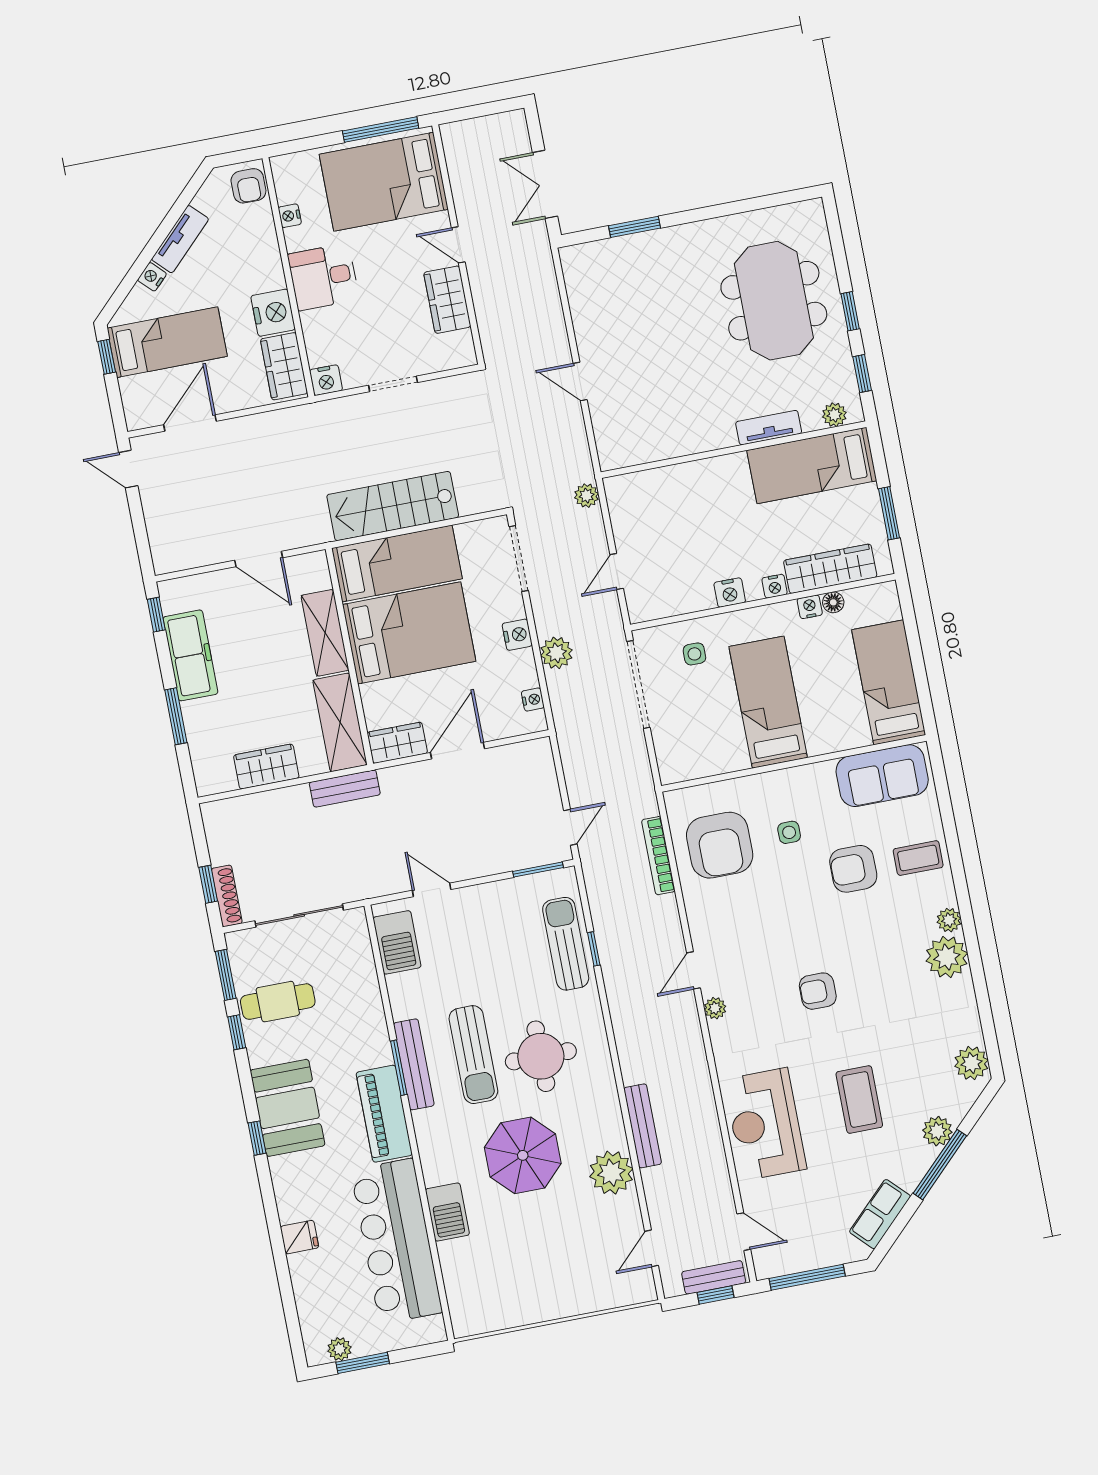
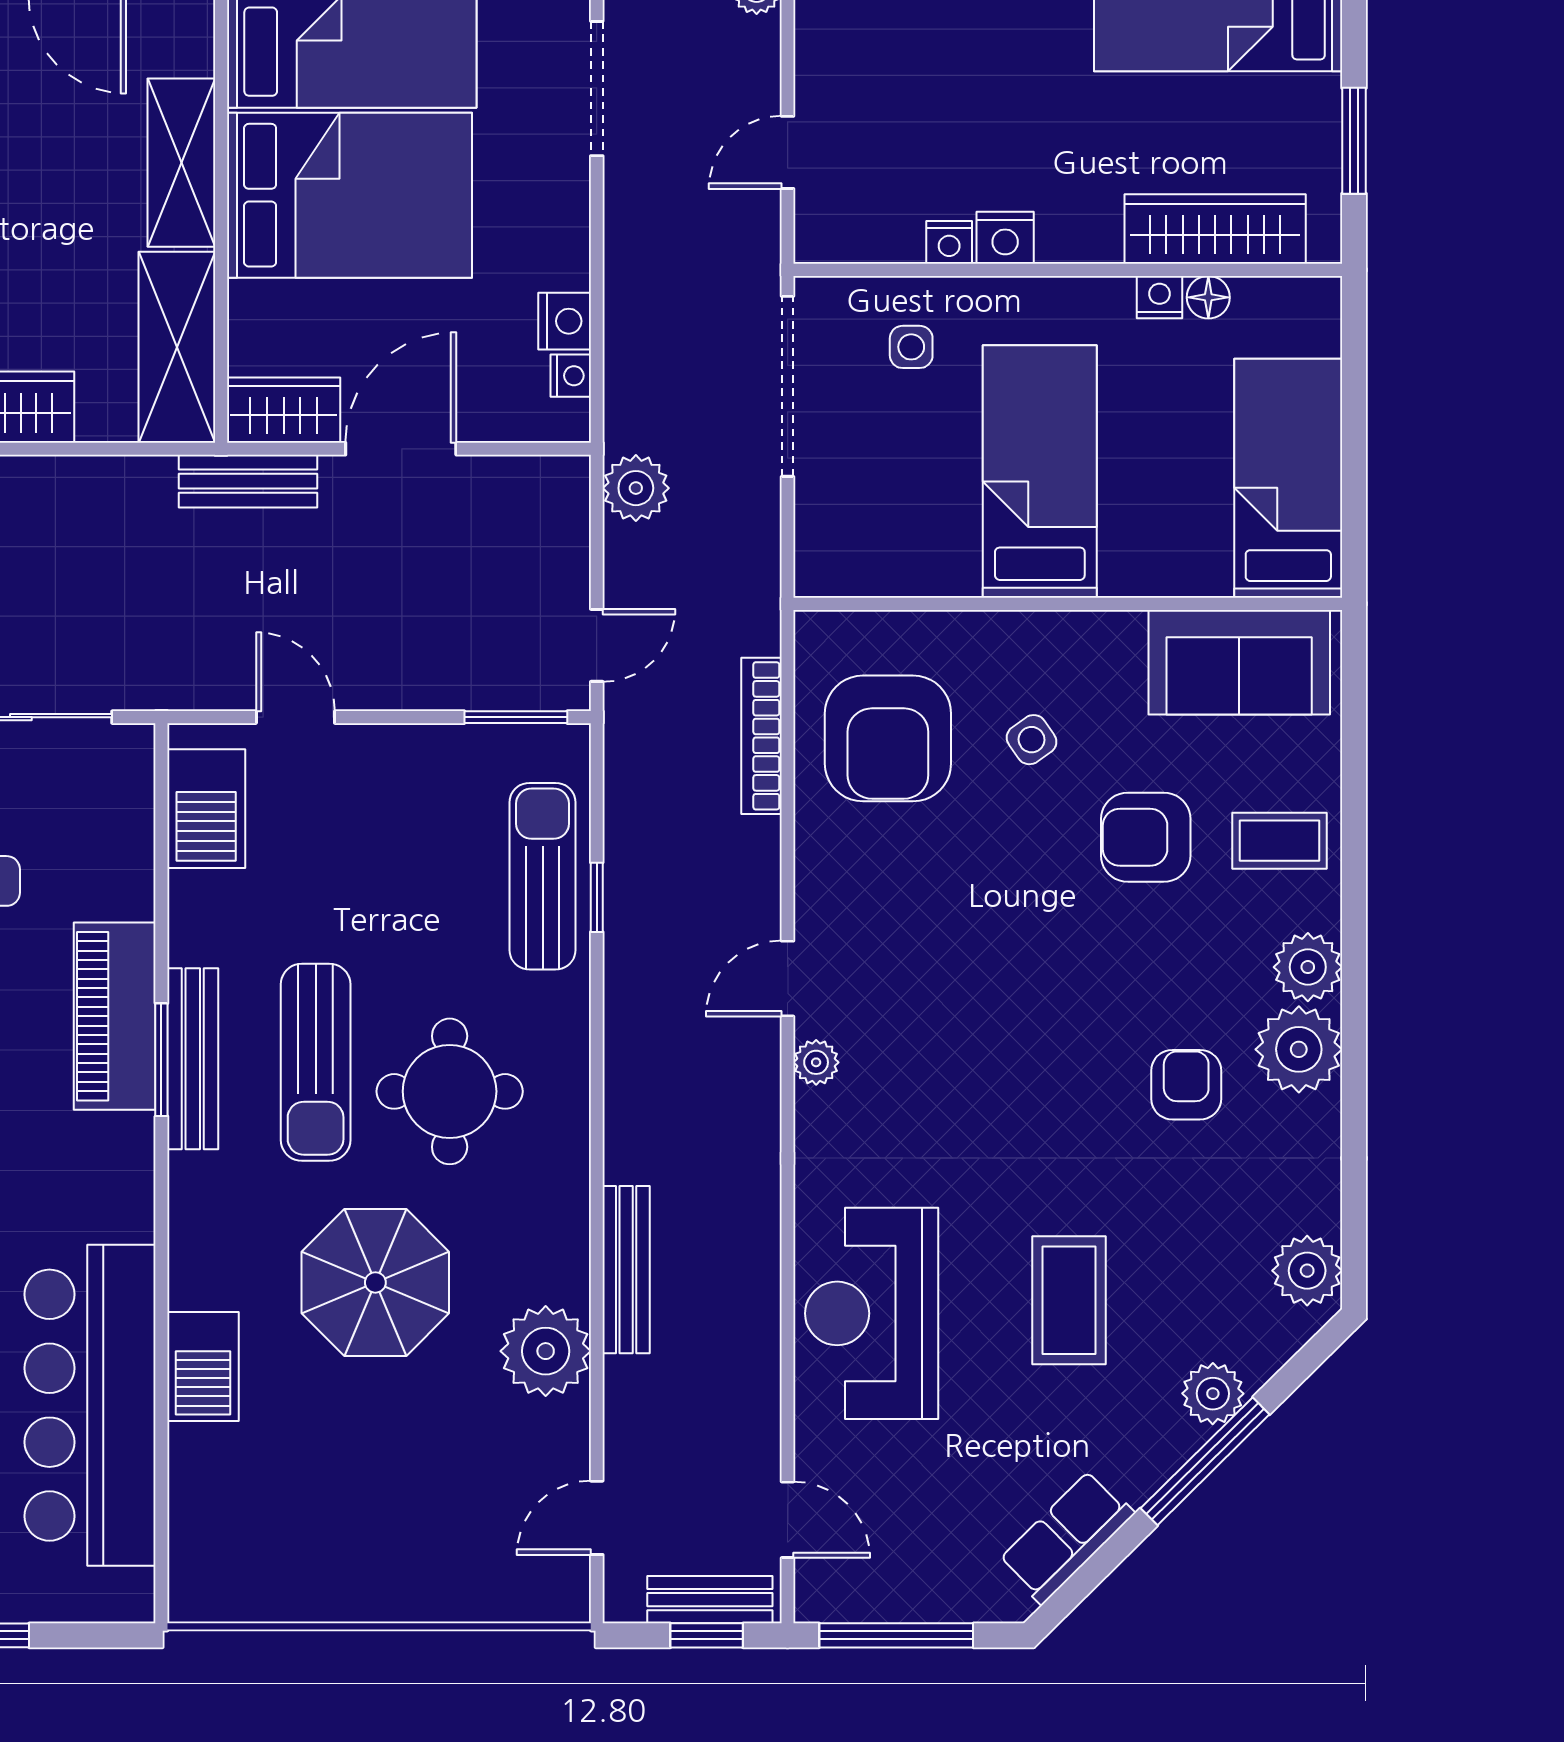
nightstand: (775, 586) -> (949, 242), moved
nightstand: (517, 635) -> (565, 321), moved
plant: (556, 653) -> (636, 488), moved
bench: (345, 788) -> (248, 481), moved
side table: (789, 832) -> (1032, 740), turned -35
plant: (949, 920) -> (1308, 967), width x1.38, depth x1.38
armchair: (818, 991) -> (1186, 1085), moved, turned 90
piano: (384, 1114) -> (115, 1016), moved

